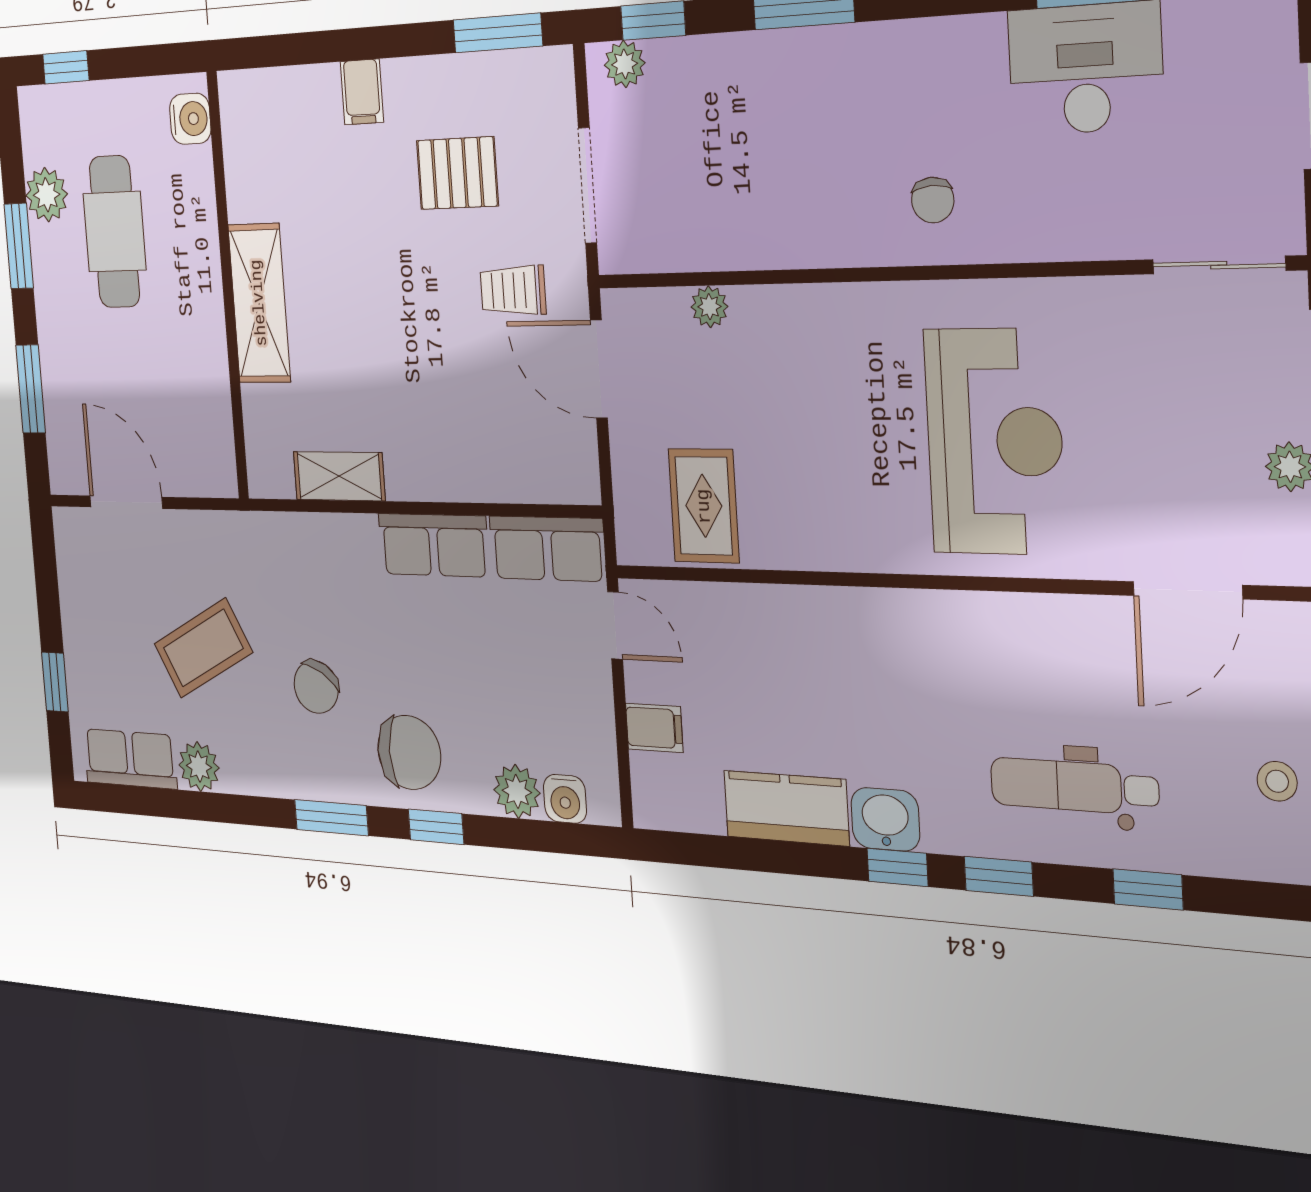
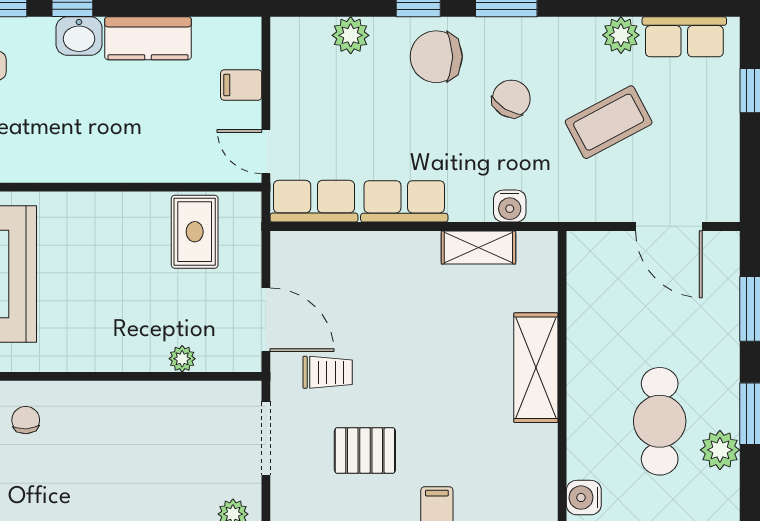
water cooler: (565, 799) -> (510, 206), moved, turned 180

